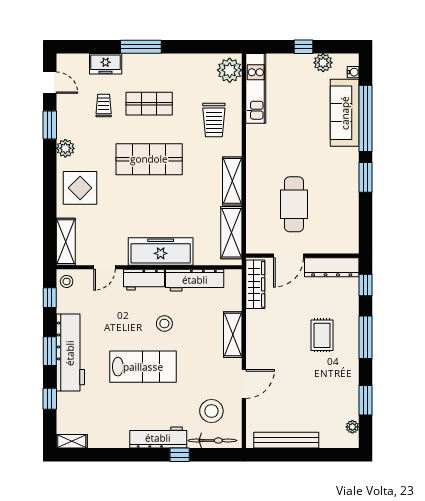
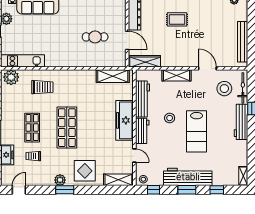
window: (50, 125) -> (65, 190), moved
shelving: (232, 181) -> (80, 76), removed
cafe table: (294, 204) -> (95, 37), width x0.73, depth x0.74
lab bench: (143, 367) -> (197, 131), turned 180

